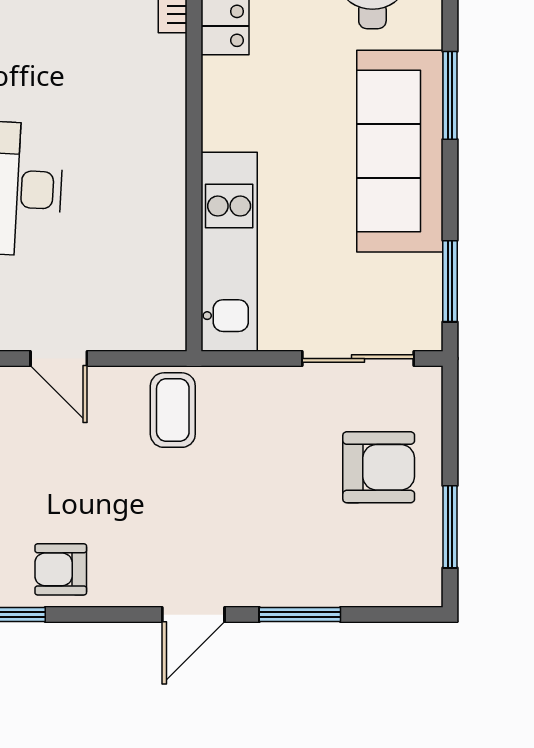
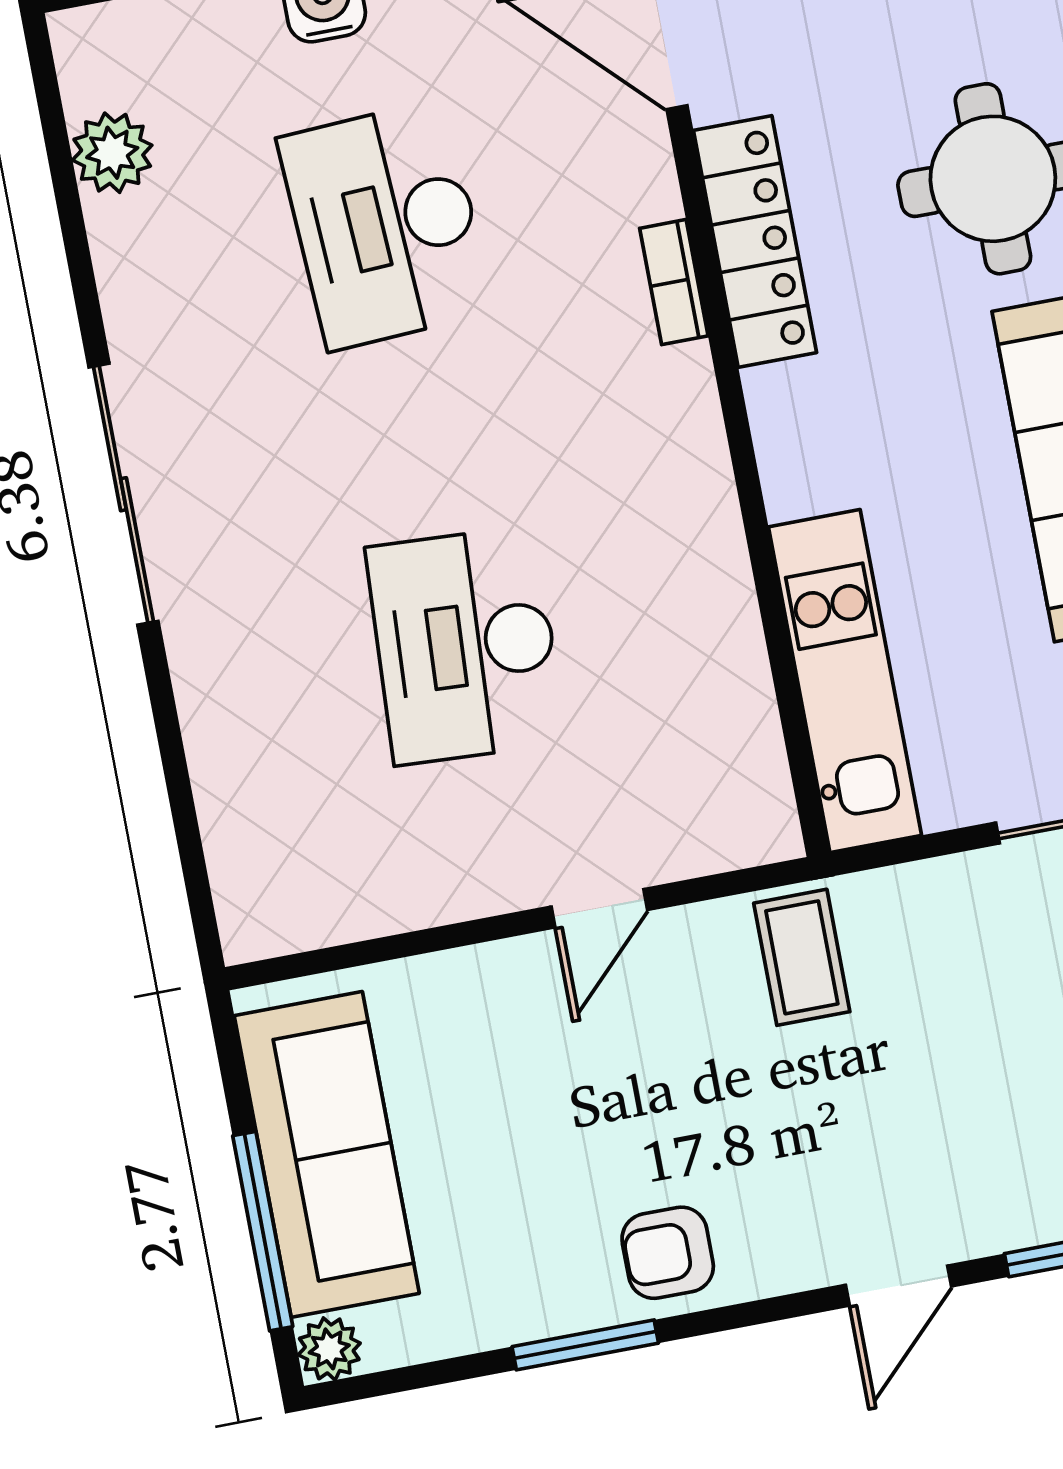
door: (59, 359) -> (599, 908), hinge flipped

